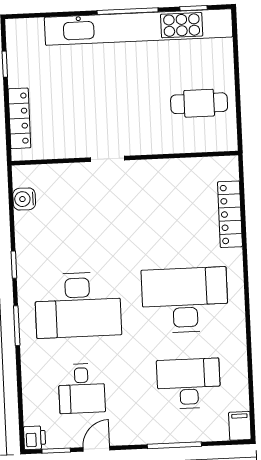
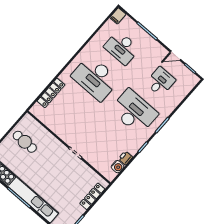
printer: (35, 438) -> (125, 158), moved

